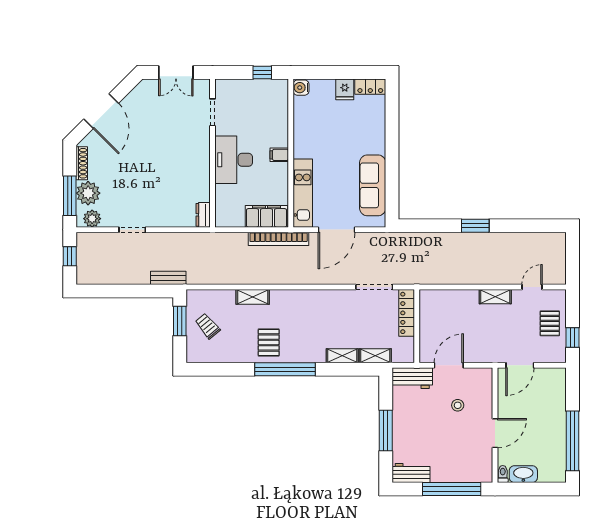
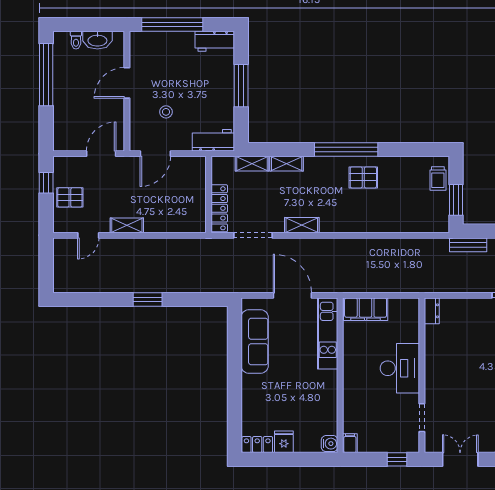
window: (262, 72) -> (397, 459), moved
filing cabinet: (279, 155) -> (350, 443), moved, turned -90
door: (337, 230) -> (292, 295), hinge flipped
bookcase: (279, 239) -> (353, 286), removed
shelving: (253, 297) -> (302, 225), moved
pallet: (550, 323) -> (70, 197), turned 90
trolley: (208, 326) -> (438, 179), moved, turned 40
pallet: (269, 343) -> (363, 177), turned 90
door: (449, 365) -> (155, 154), moved
toilet: (503, 474) -> (76, 40), moved

